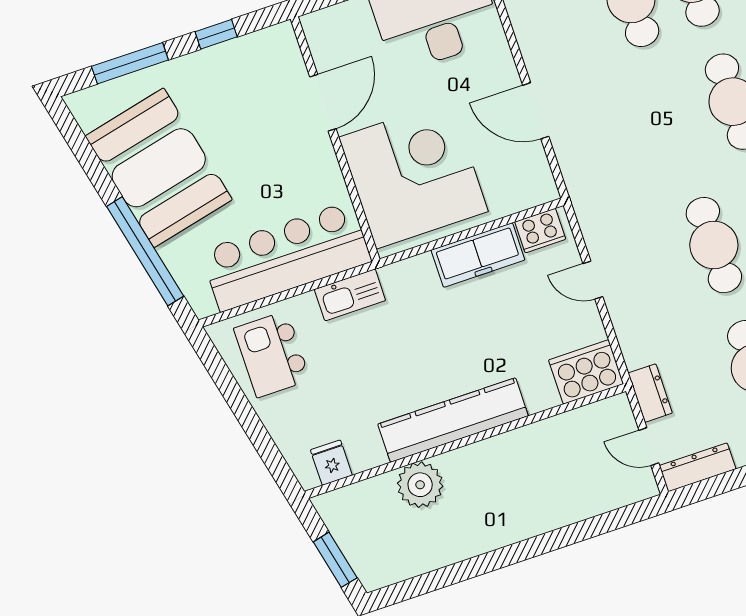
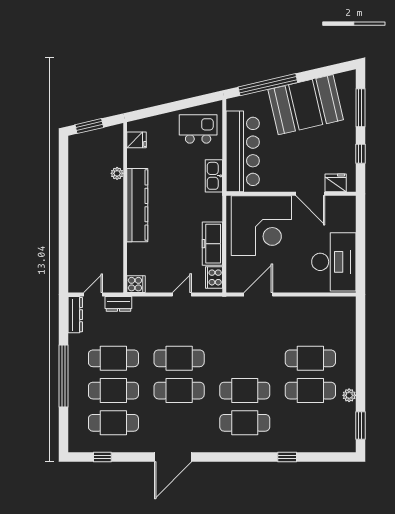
fridge: (286, 62) -> (336, 183), added
door: (536, 111) -> (258, 295), moved
cooker: (586, 372) -> (136, 284), width x0.53, depth x0.76
plant: (420, 485) -> (117, 173), width x0.53, depth x0.53

